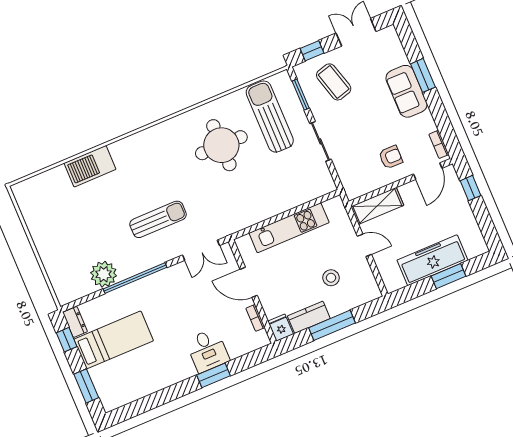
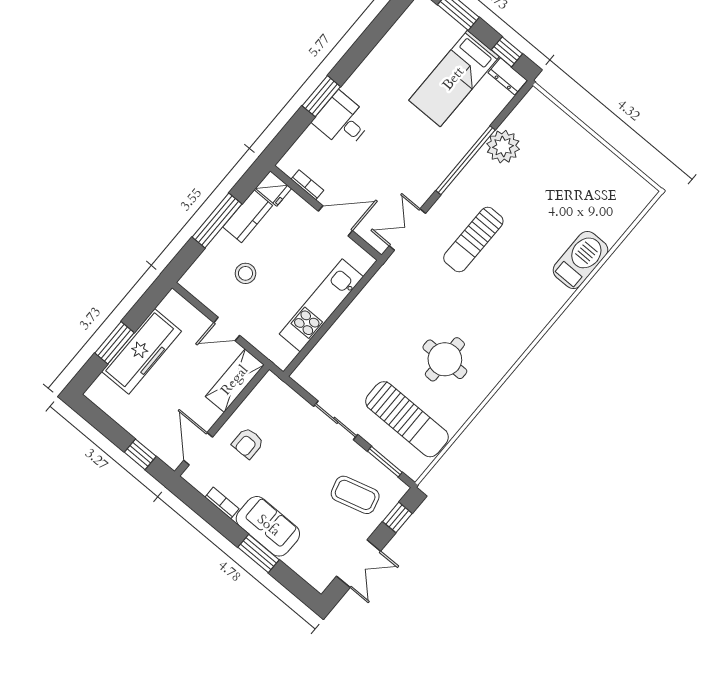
bookcase: (439, 144) -> (222, 503), moved
round table: (221, 145) -> (445, 359), width x0.73, depth x0.73

